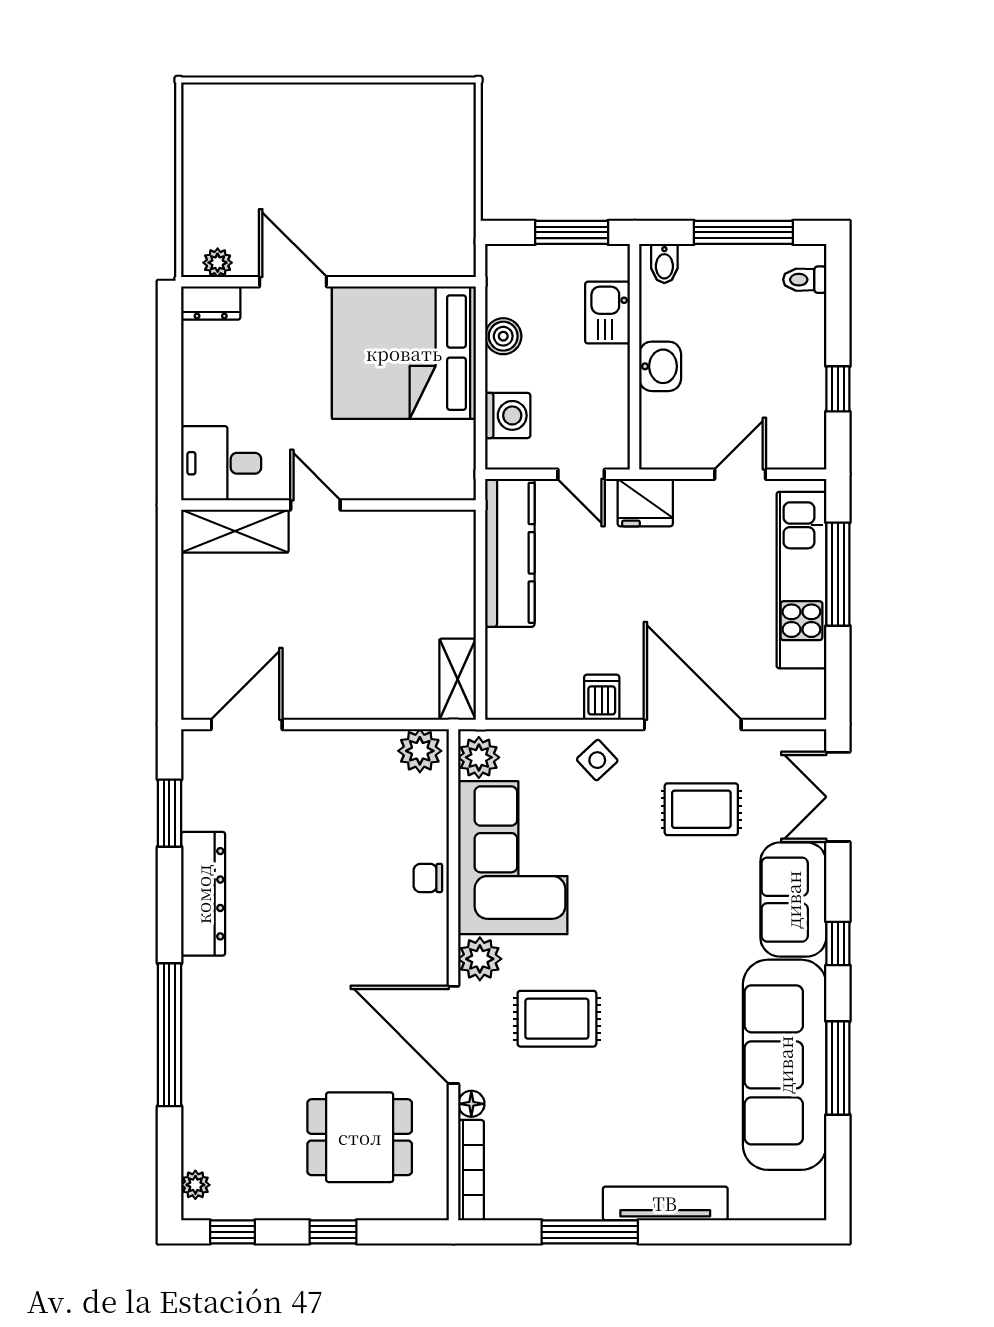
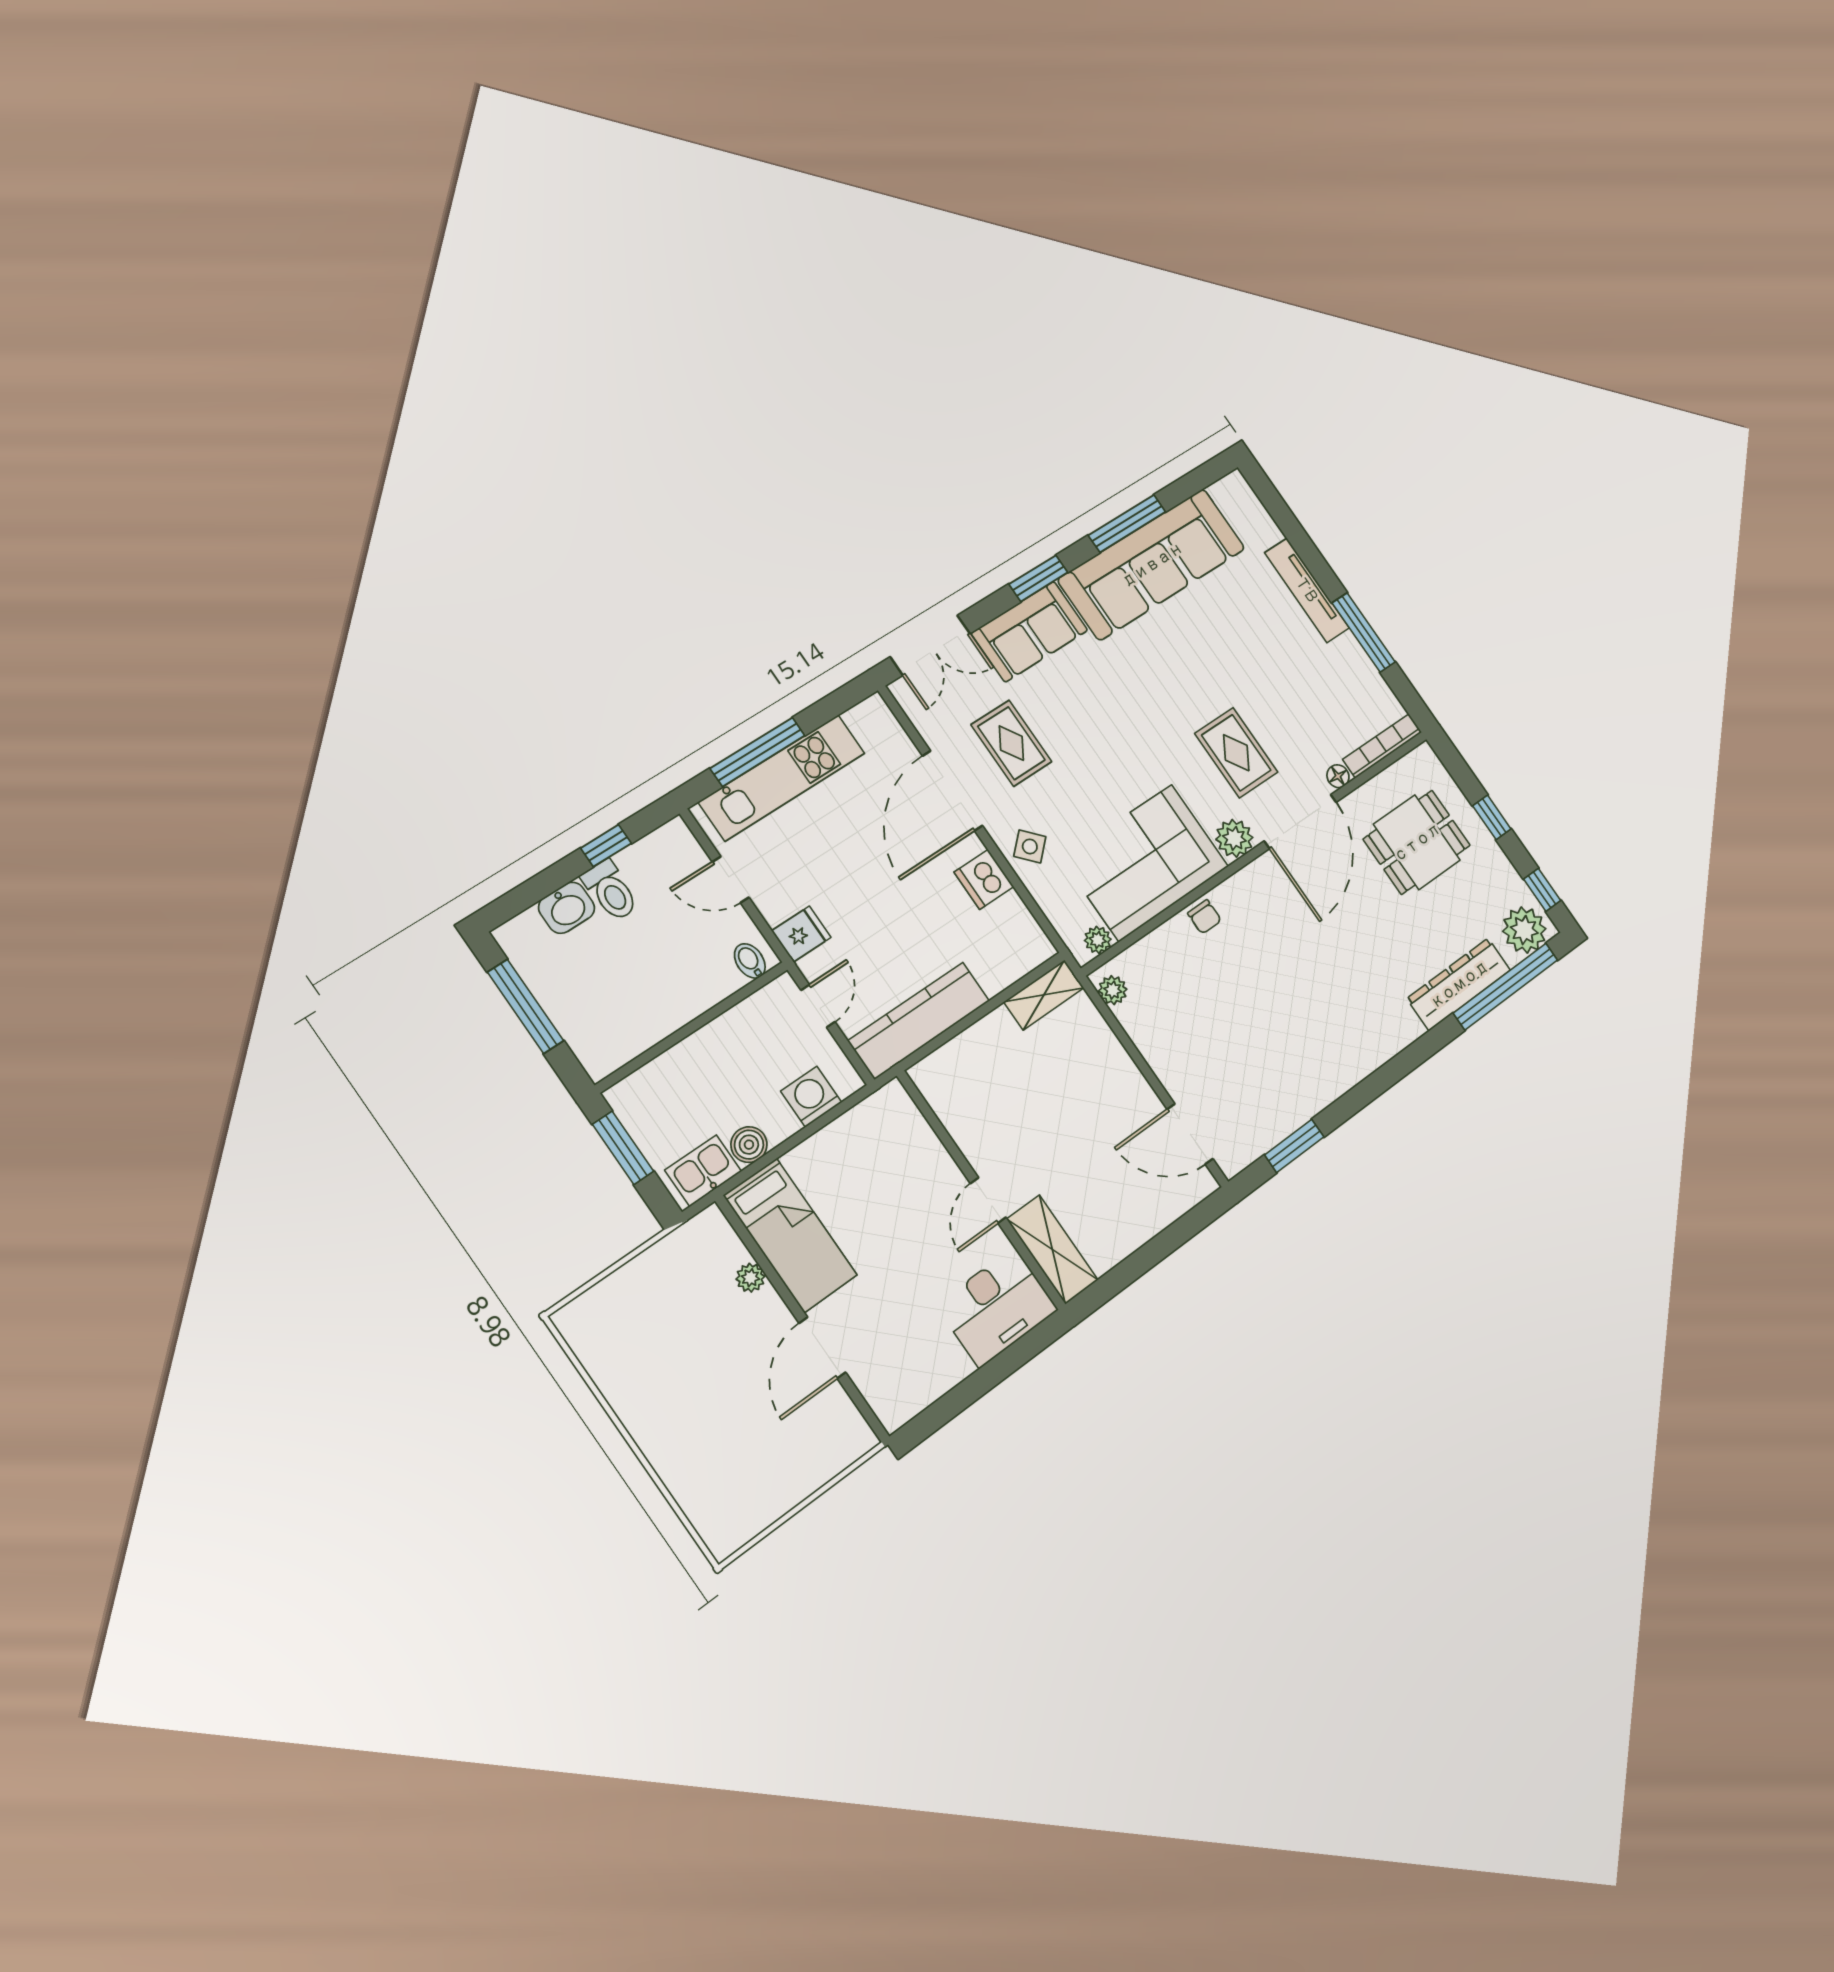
plant: (218, 263) -> (750, 1278), moved
bidet: (664, 264) -> (750, 961), moved, turned -90
toilet: (805, 280) -> (610, 891), moved, width x1.37, depth x1.39
dresser: (211, 303) -> (886, 1402), removed
kitchen sink: (608, 313) -> (703, 1171), moved, turned 180
bed: (404, 353) -> (790, 1235), width x0.49
washbasin: (660, 366) -> (567, 908), moved, turned 180
desk: (221, 463) -> (997, 1307), width x1.37
fridge: (645, 503) -> (801, 934), width x0.72
dishwasher: (602, 697) -> (984, 879), width x1.38
plant: (420, 751) -> (1113, 990), width x0.73, depth x0.73
plant: (479, 757) -> (1098, 940), width x0.73, depth x0.73
dresser: (203, 894) -> (1459, 984), moved
window: (838, 943) -> (1038, 578), width x1.50
window: (169, 1035) -> (1506, 986), moved
dining table: (360, 1137) -> (1417, 842), turned 90
plant: (195, 1185) -> (1524, 930), width x1.87, depth x1.87

